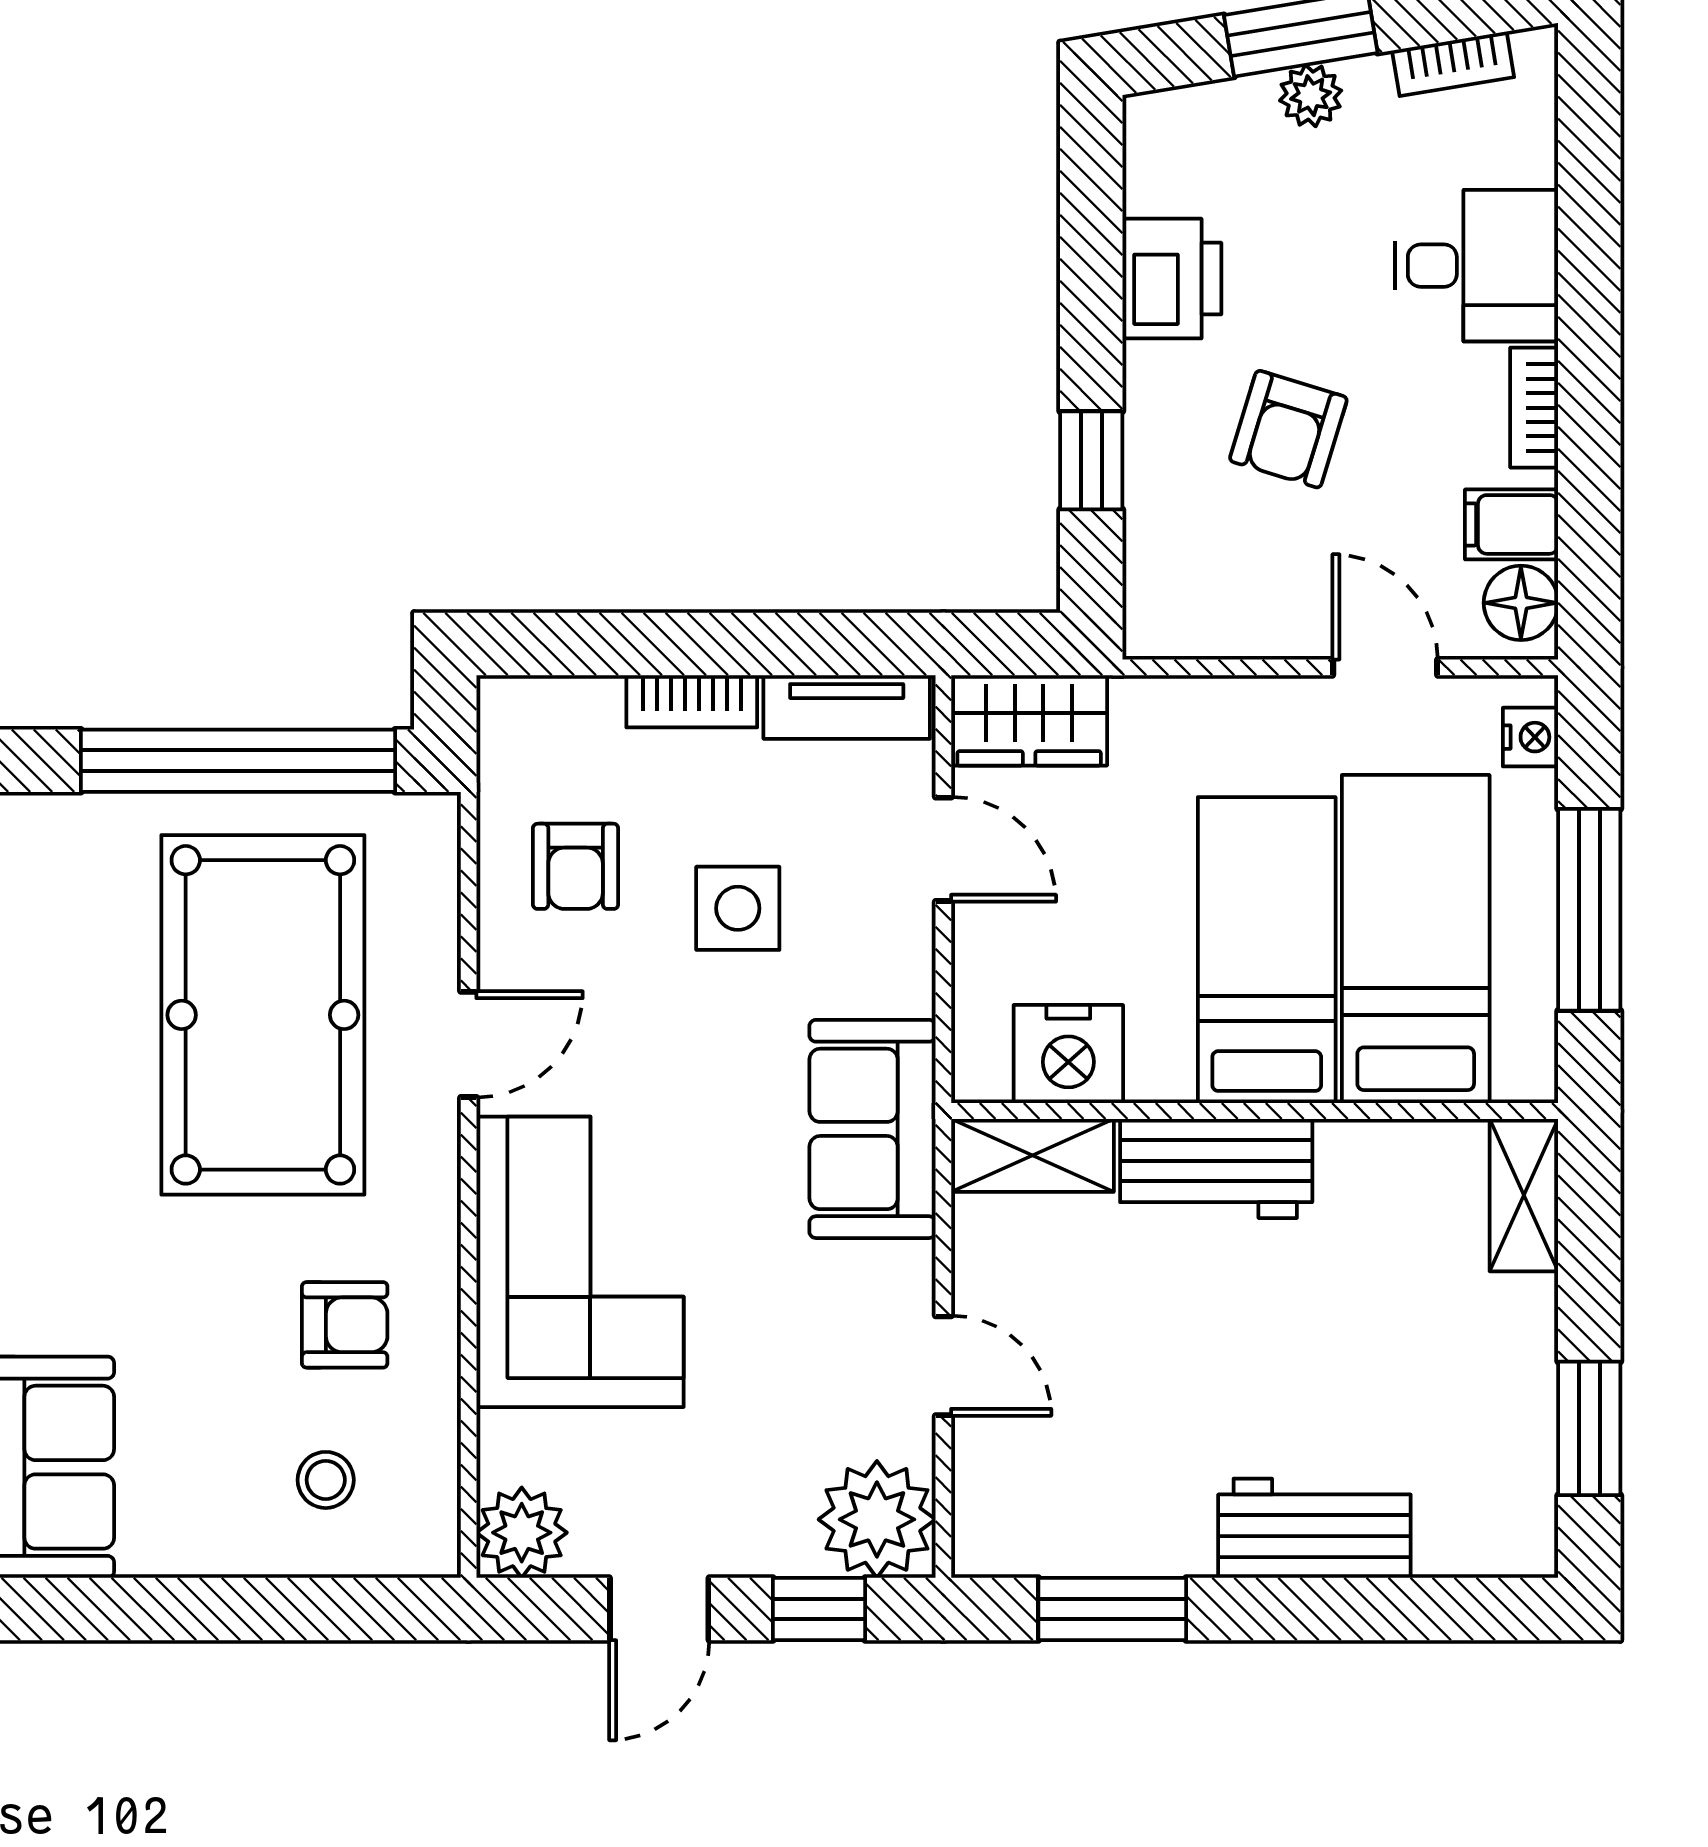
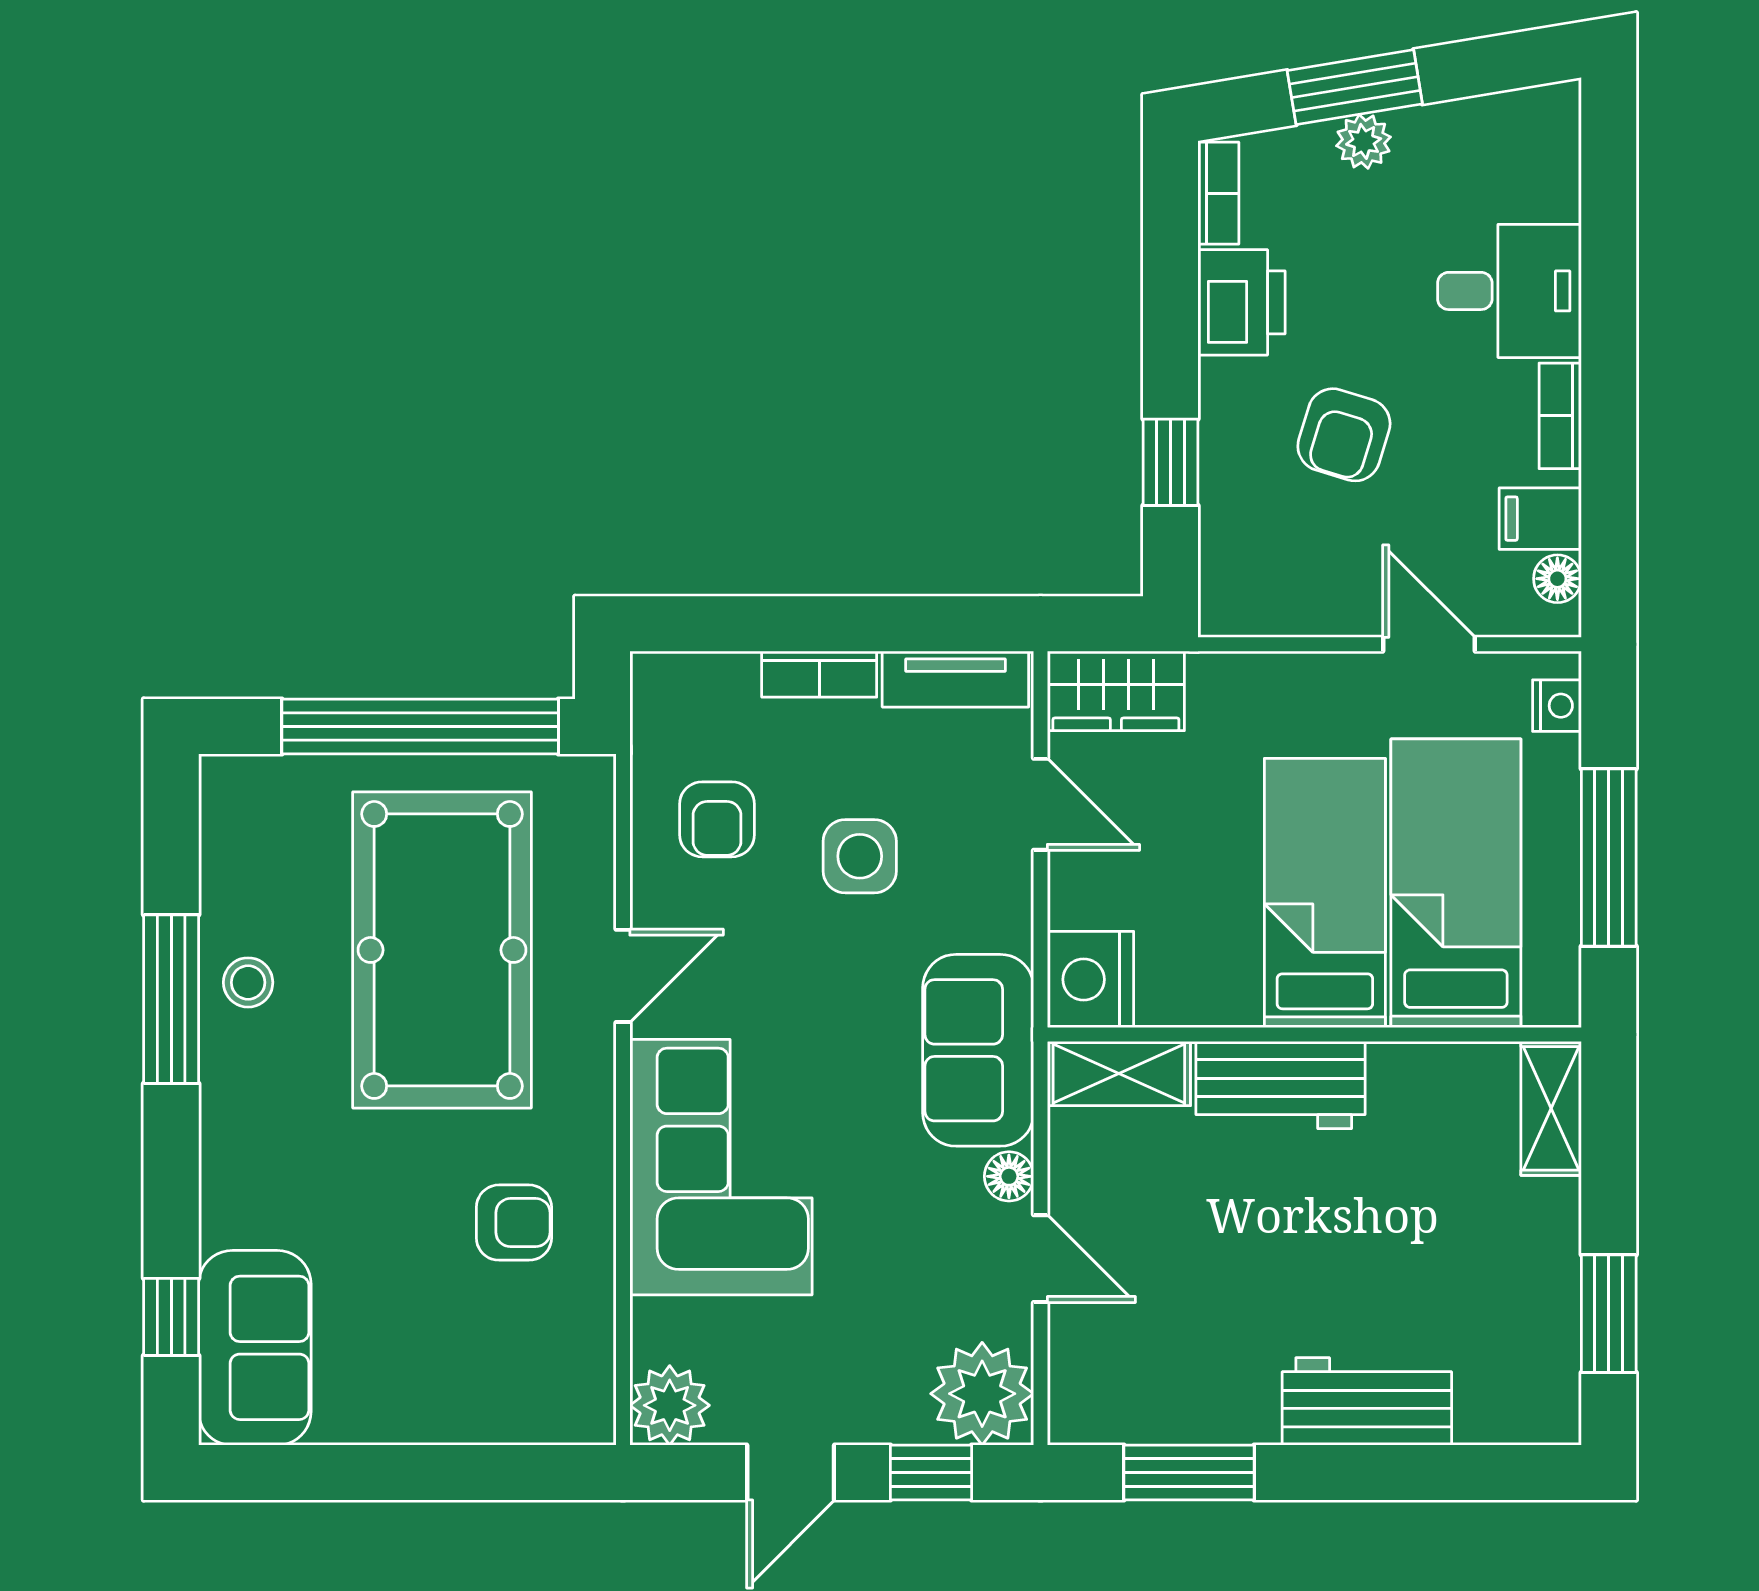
bookcase: (1453, 64) -> (1218, 193), moved, turned -81
floor lamp: (1521, 603) -> (1557, 579), width x0.73, depth x0.73
nightstand: (1068, 1054) -> (1091, 979), moved, turned 90
floor lamp: (908, 1272) -> (1009, 1176), added
stool: (326, 1480) -> (248, 982), moved

